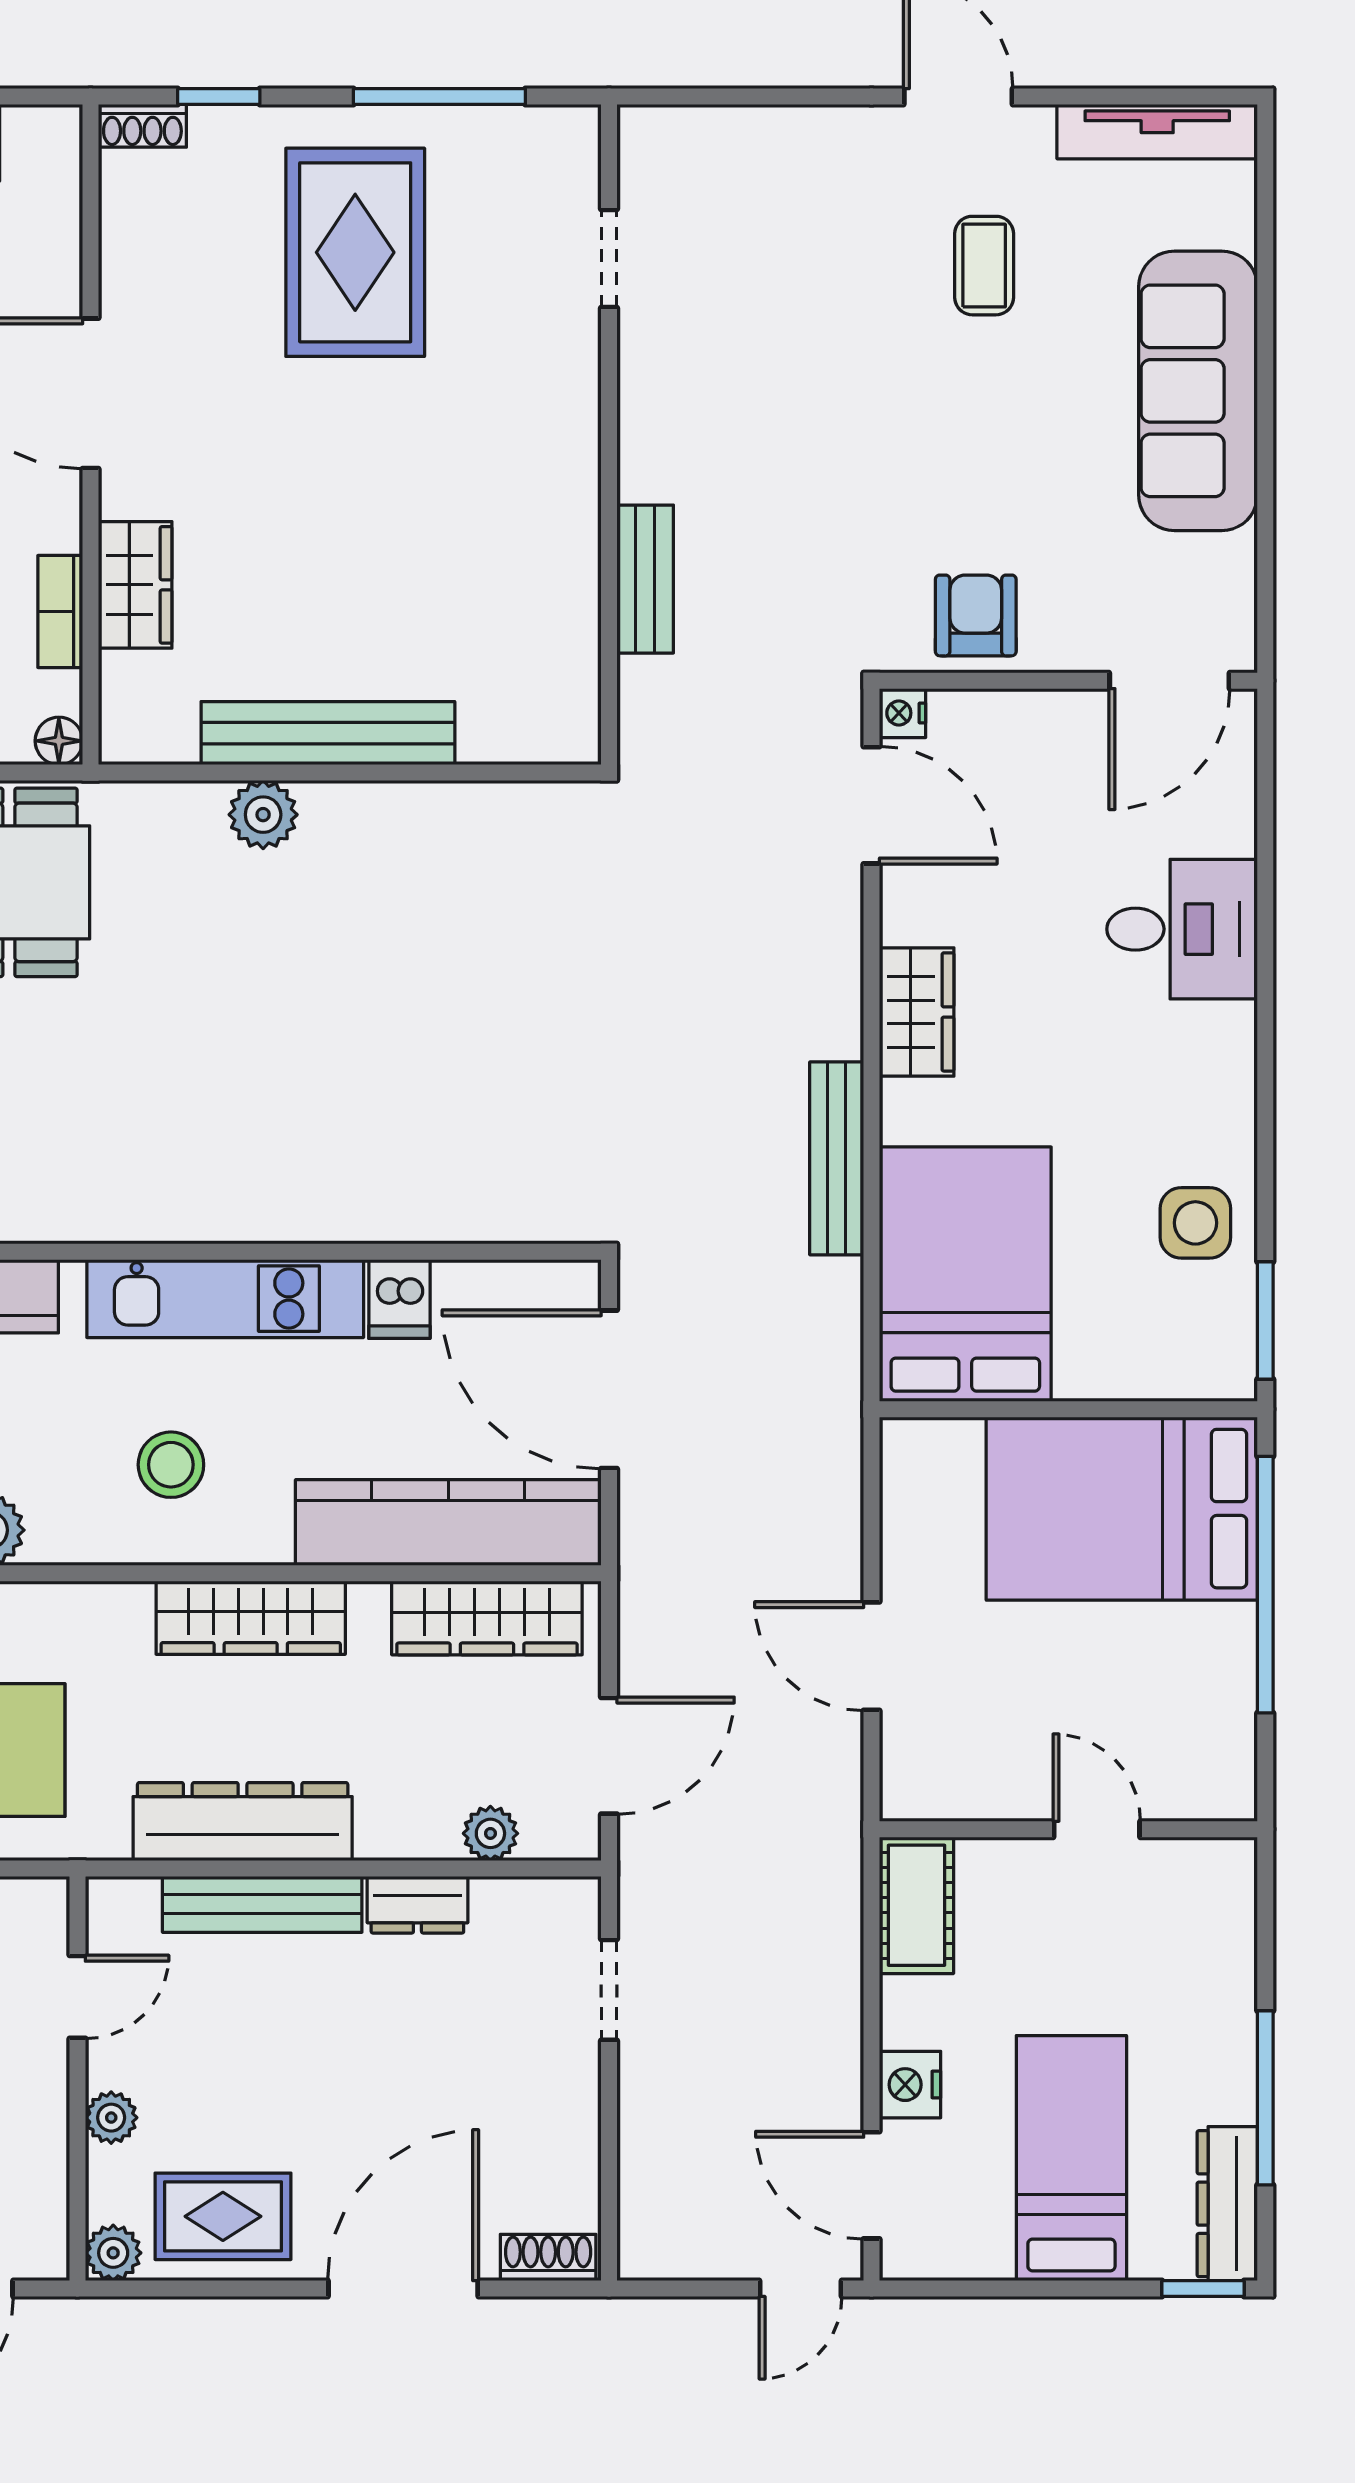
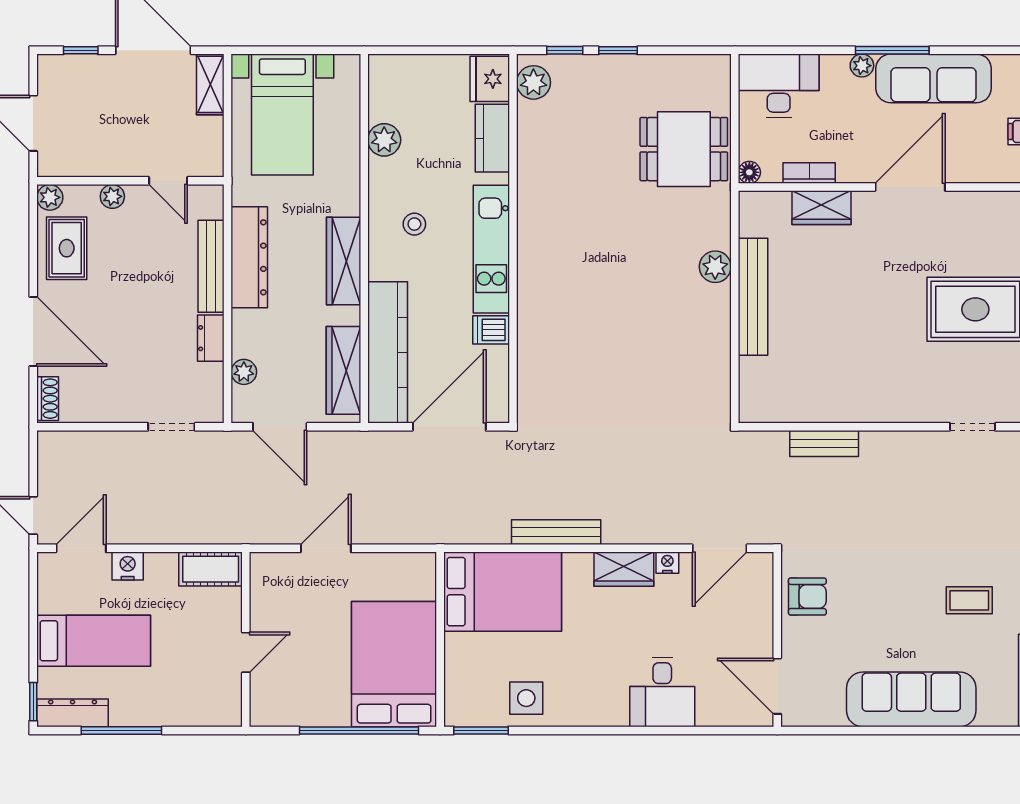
nightstand: (903, 713) -> (667, 563), moved
stool: (171, 1465) -> (414, 224), width x0.73, depth x0.73

